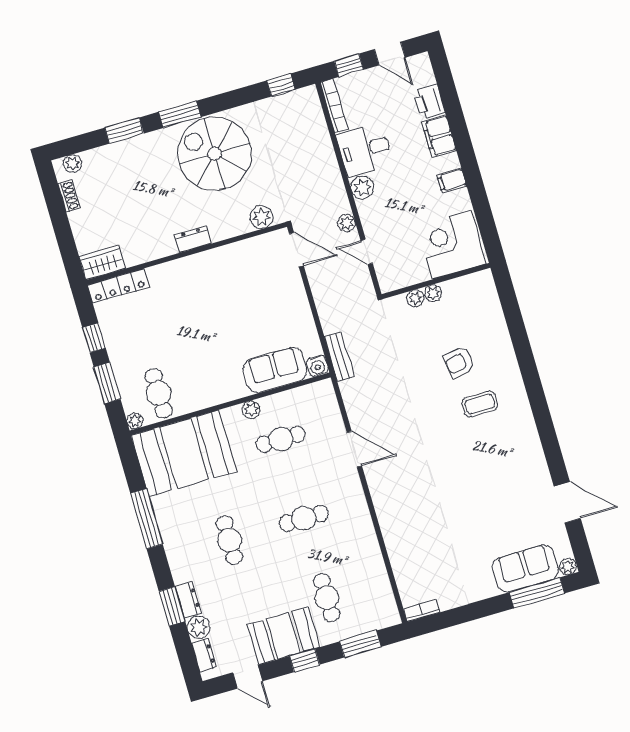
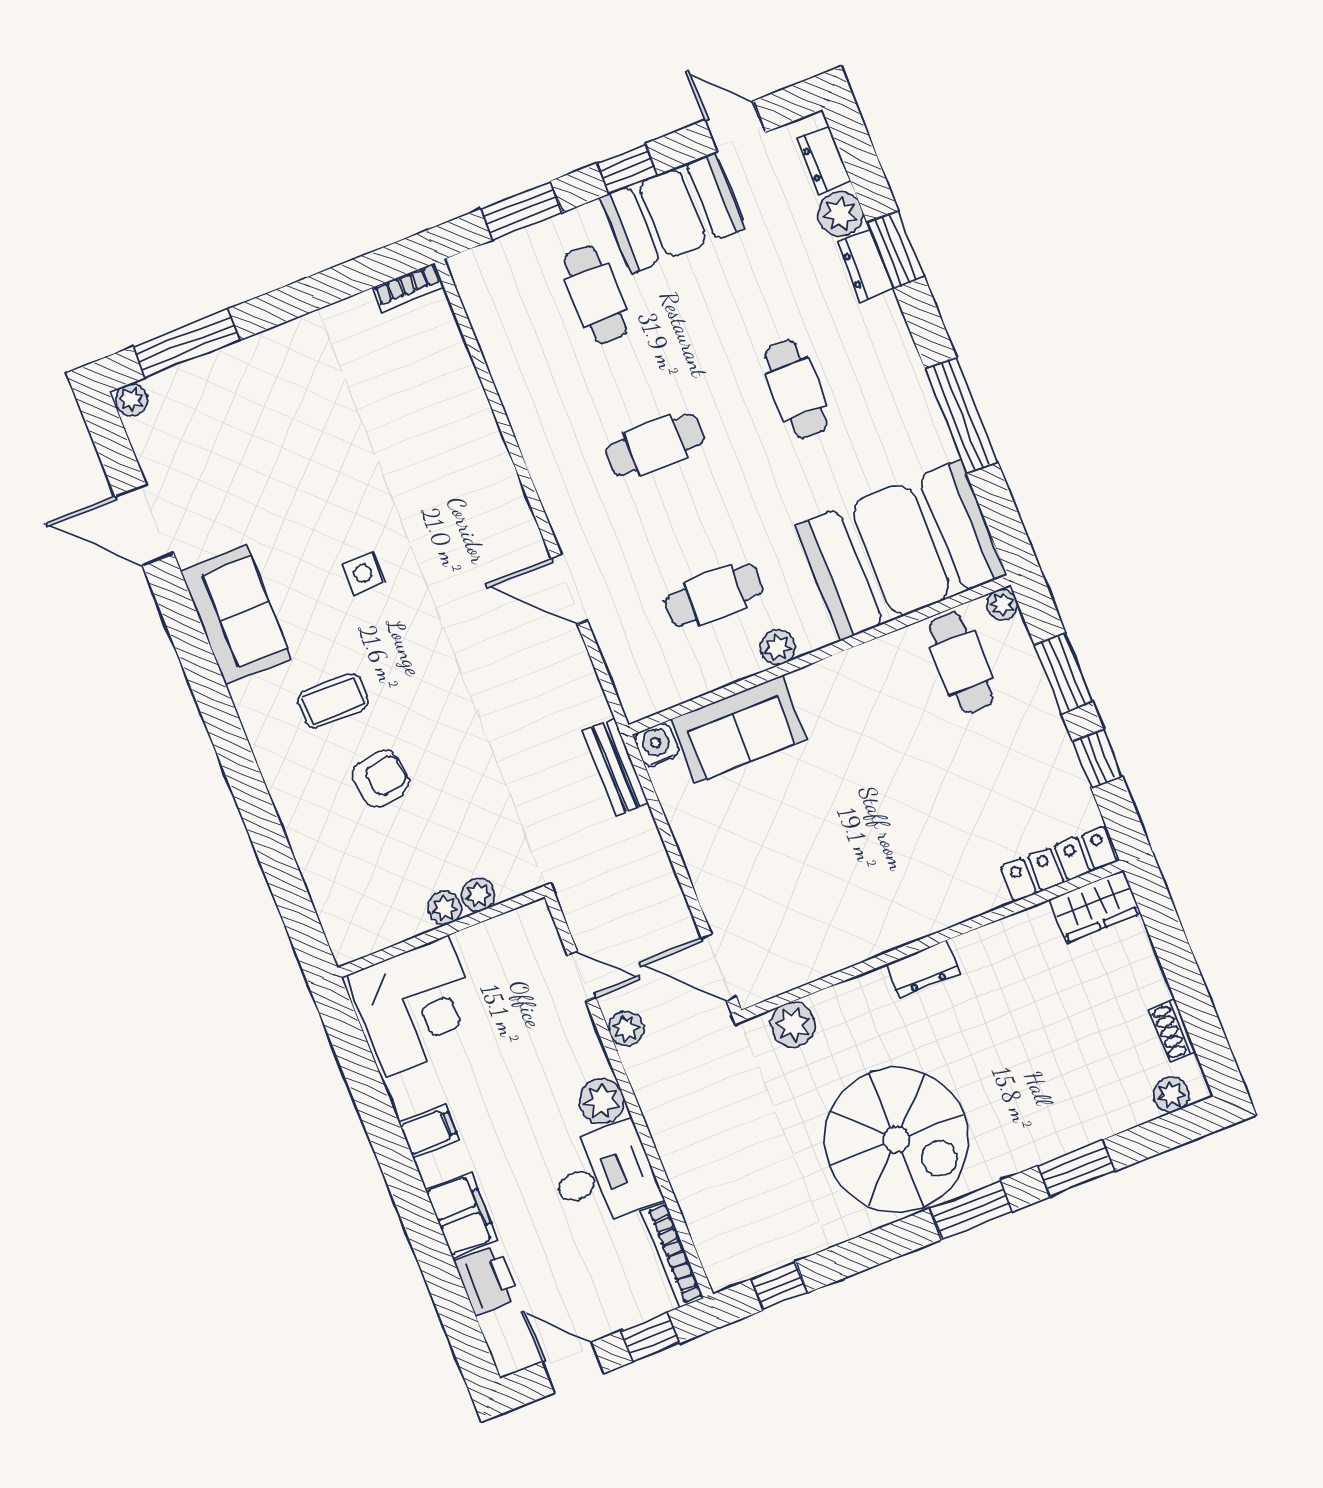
side table: (459, 467) -> (363, 573), added
sofa: (525, 568) -> (236, 615), moved, turned -90

